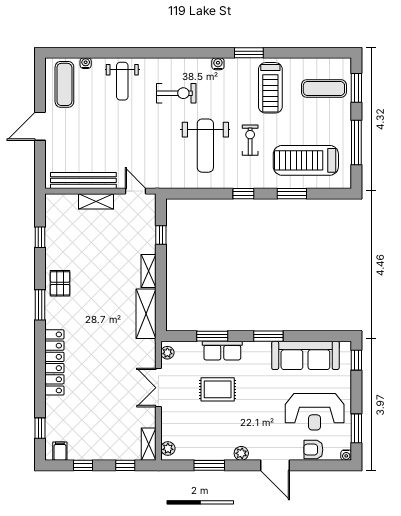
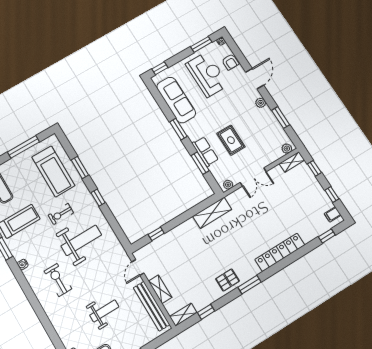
weight bench: (122, 81) -> (104, 311), moved
shelving: (149, 271) -> (183, 315), moved

